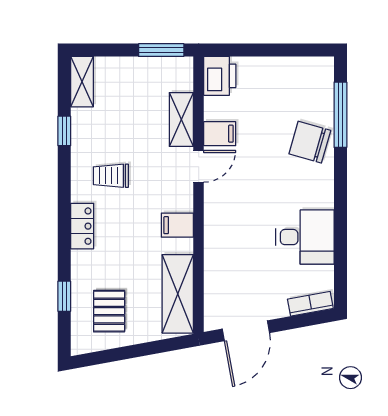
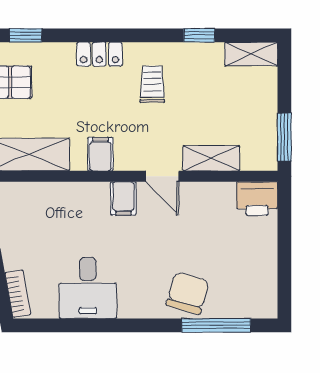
filing cabinet: (220, 134) -> (123, 198), moved

